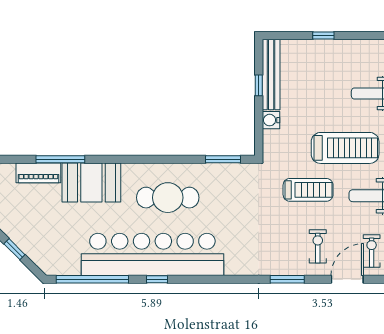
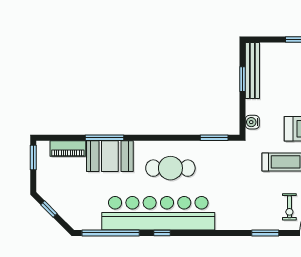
window: (259, 85) -> (243, 79), width x1.50
water cooler: (271, 120) -> (252, 122), moved
window: (60, 159) -> (104, 138), moved
exercise bike: (318, 246) -> (289, 207), turned 180

